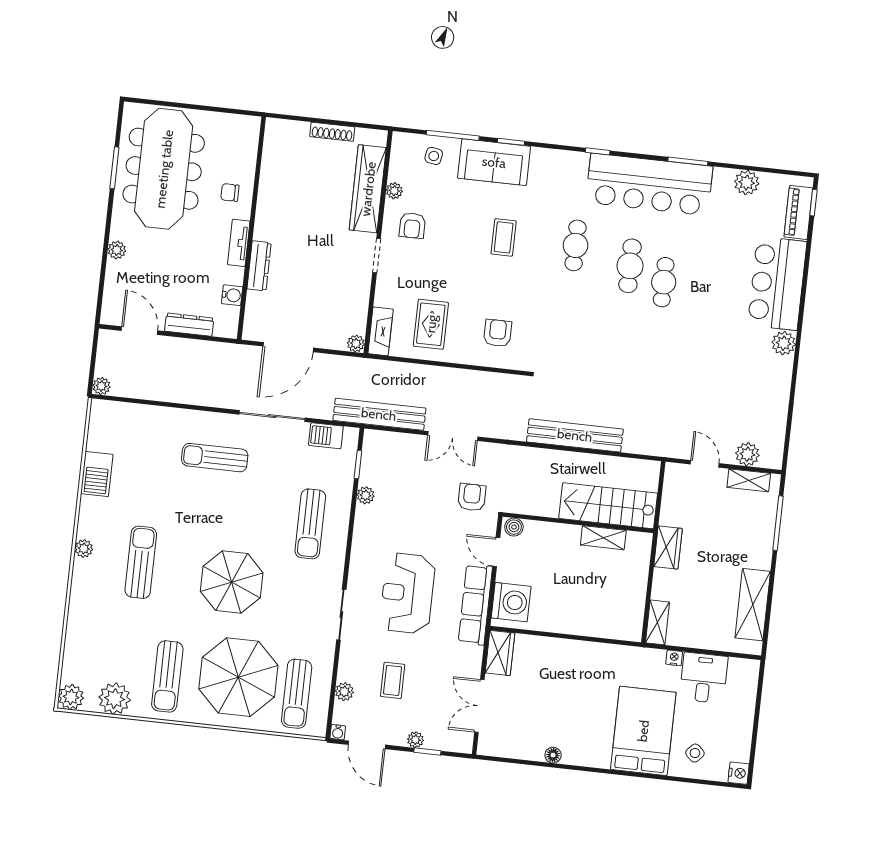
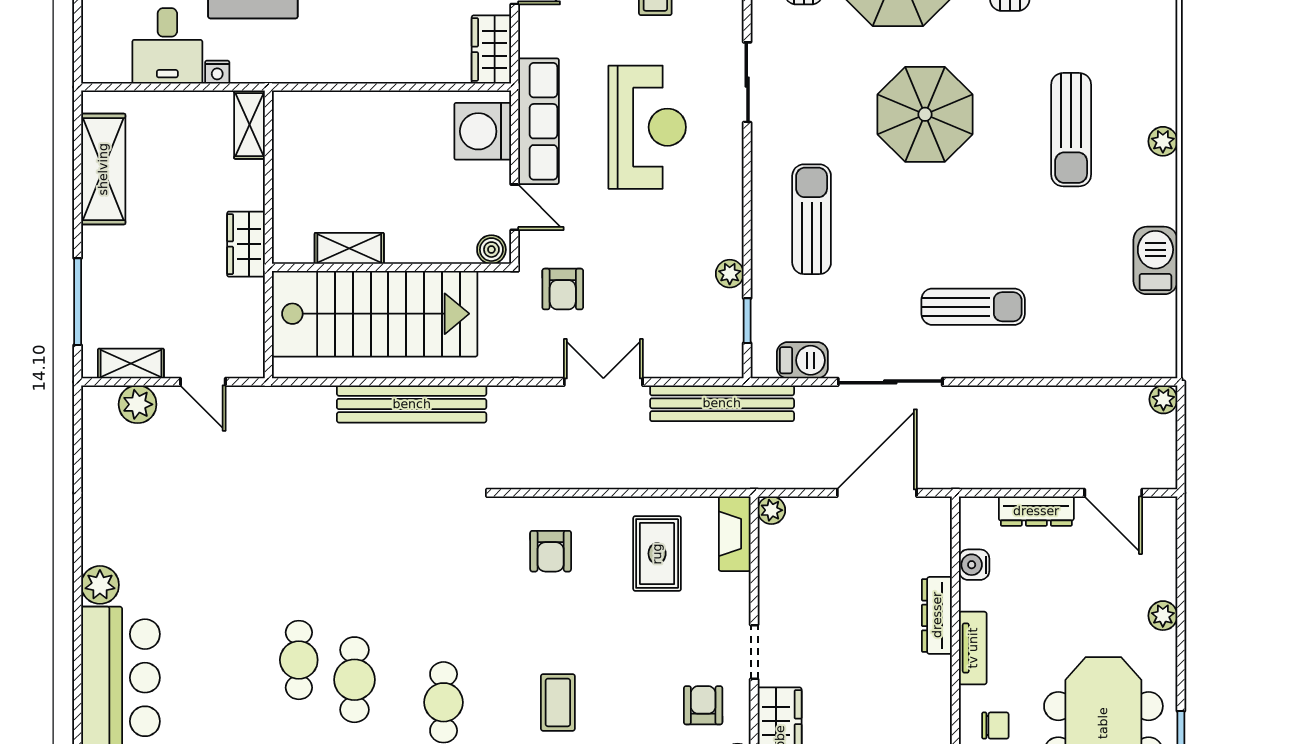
stairs: (608, 506) -> (375, 314), width x1.36, depth x1.51

